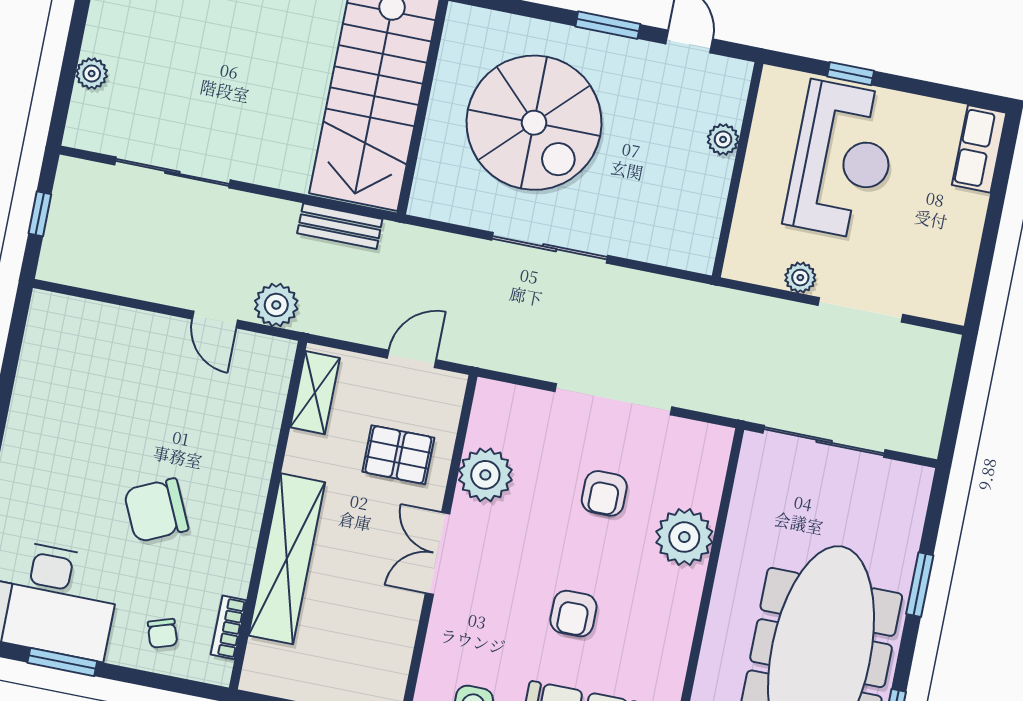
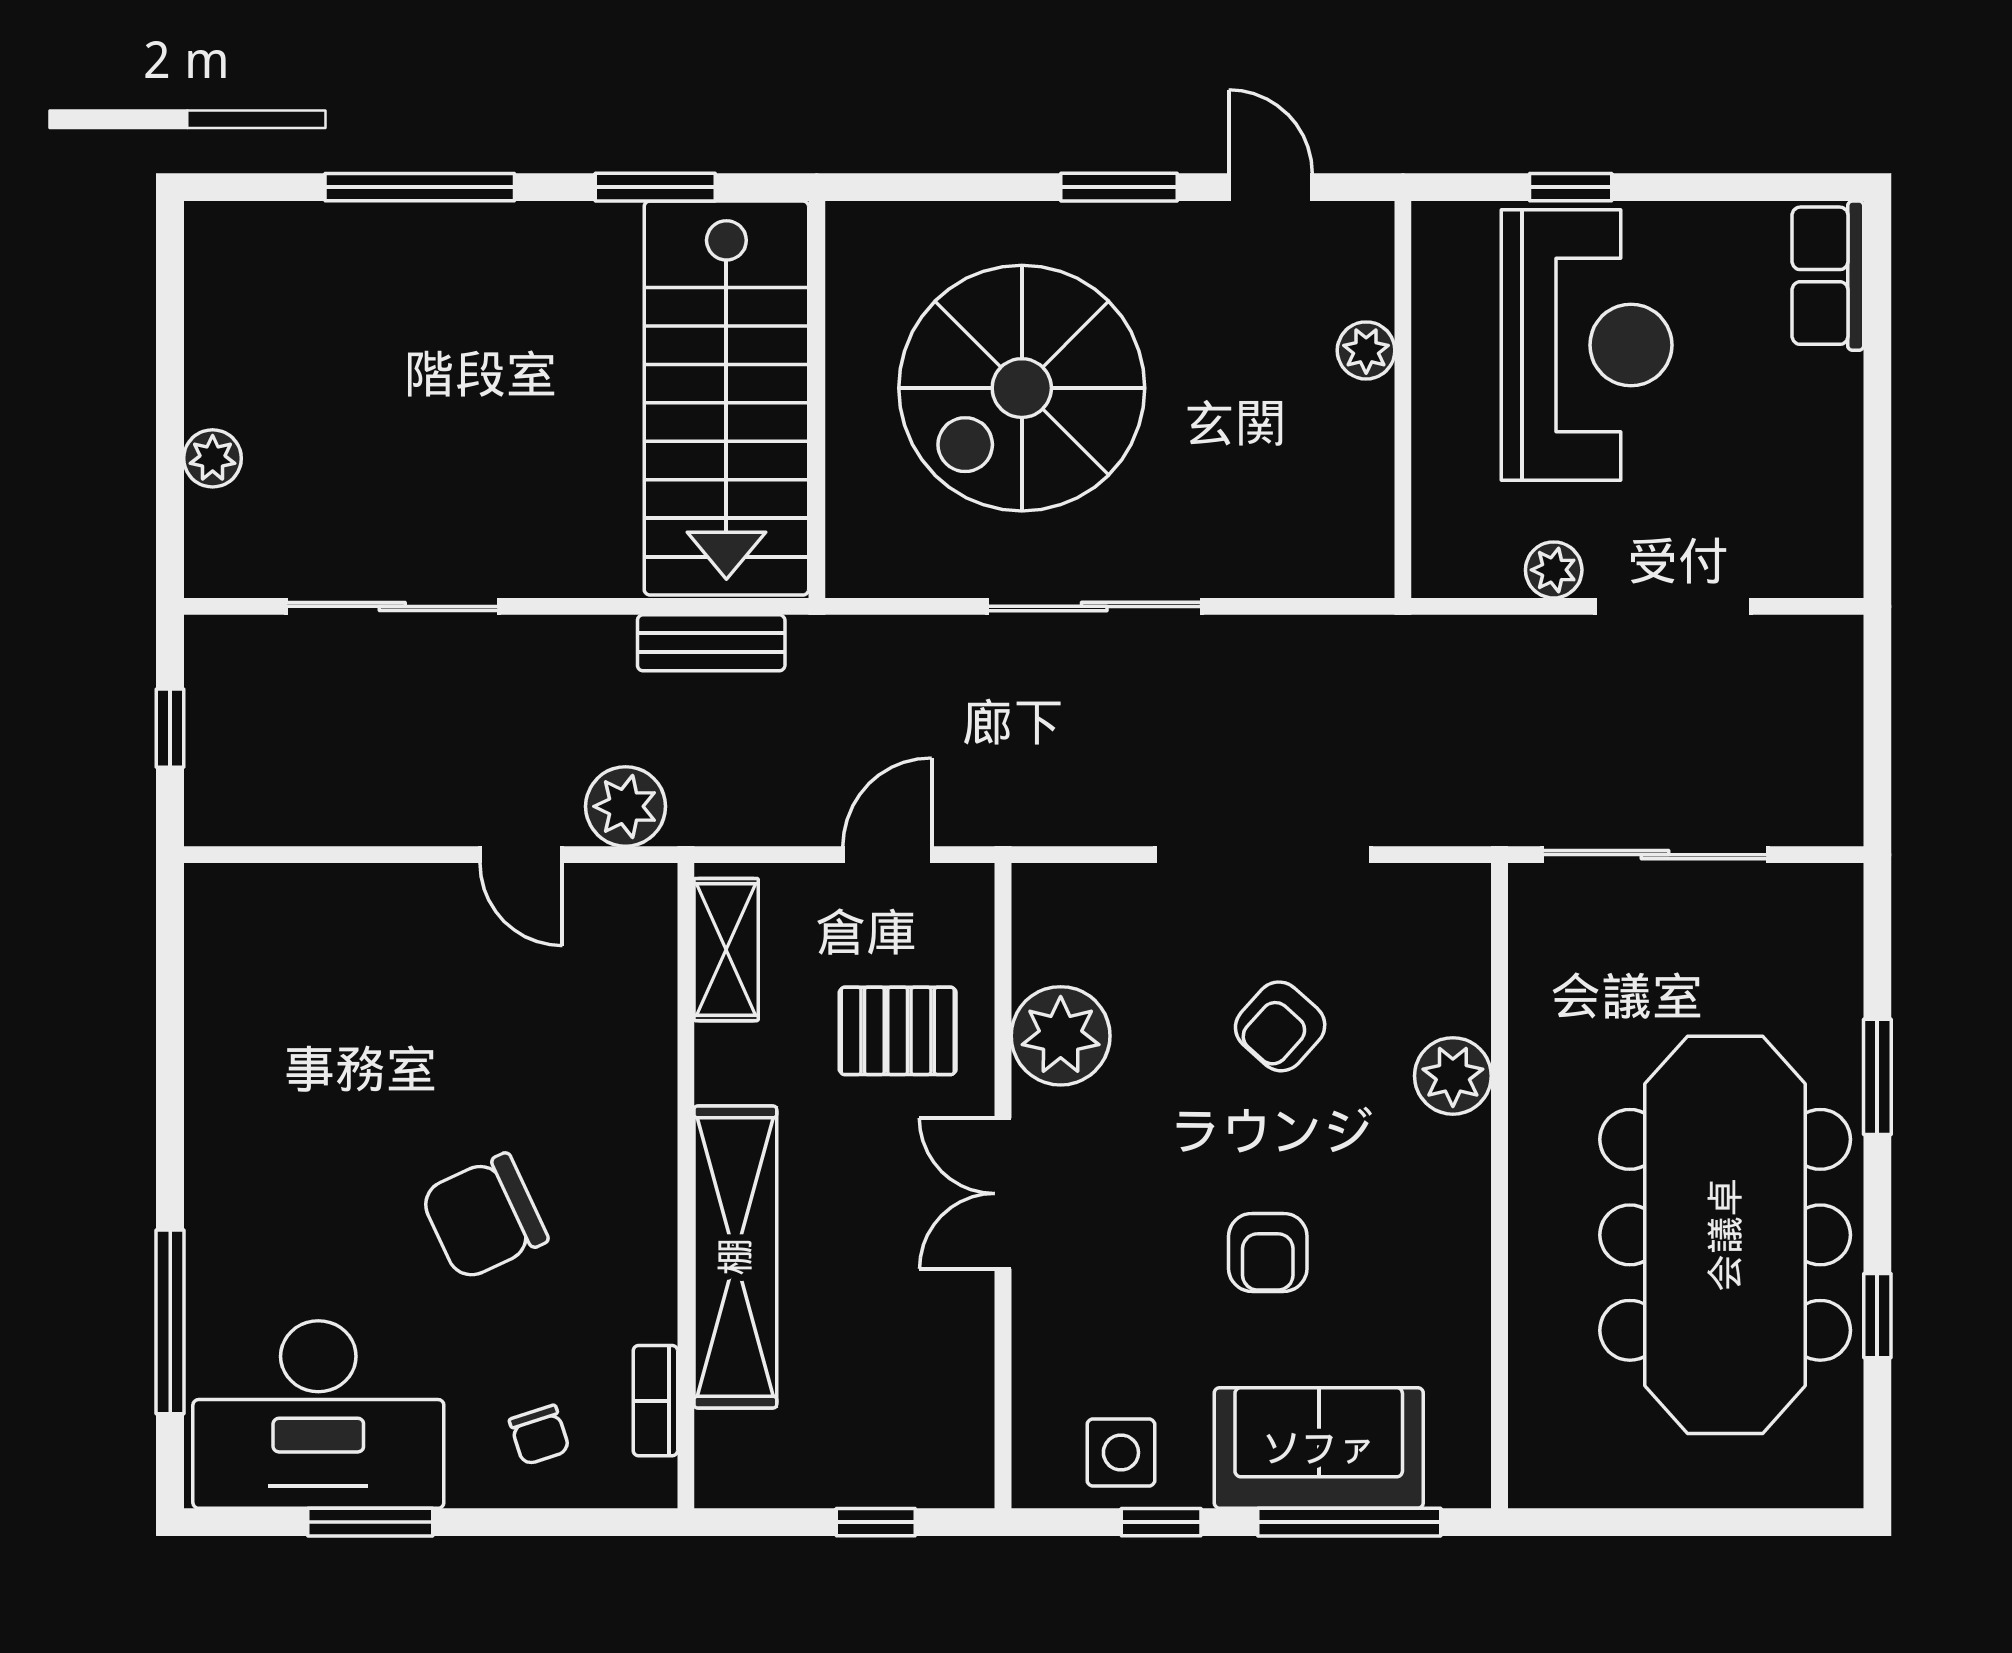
spiral stairs: (534, 123) -> (1022, 388), turned 90
armchair: (604, 493) -> (1280, 1026), turned 42
plant: (684, 537) -> (1453, 1076), width x0.73, depth x0.73

